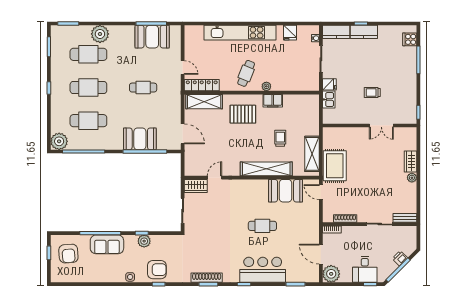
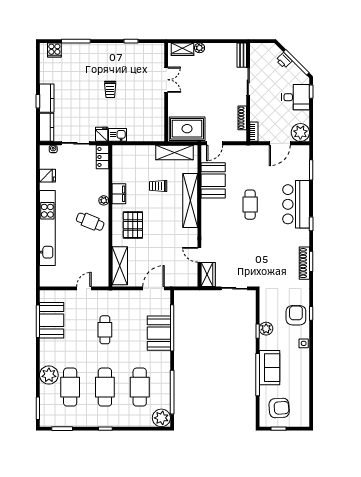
locker: (202, 85) -> (102, 157), moved, width x0.66
wall: (370, 125) -> (166, 92), moved
double door: (381, 125) -> (166, 80), moved

